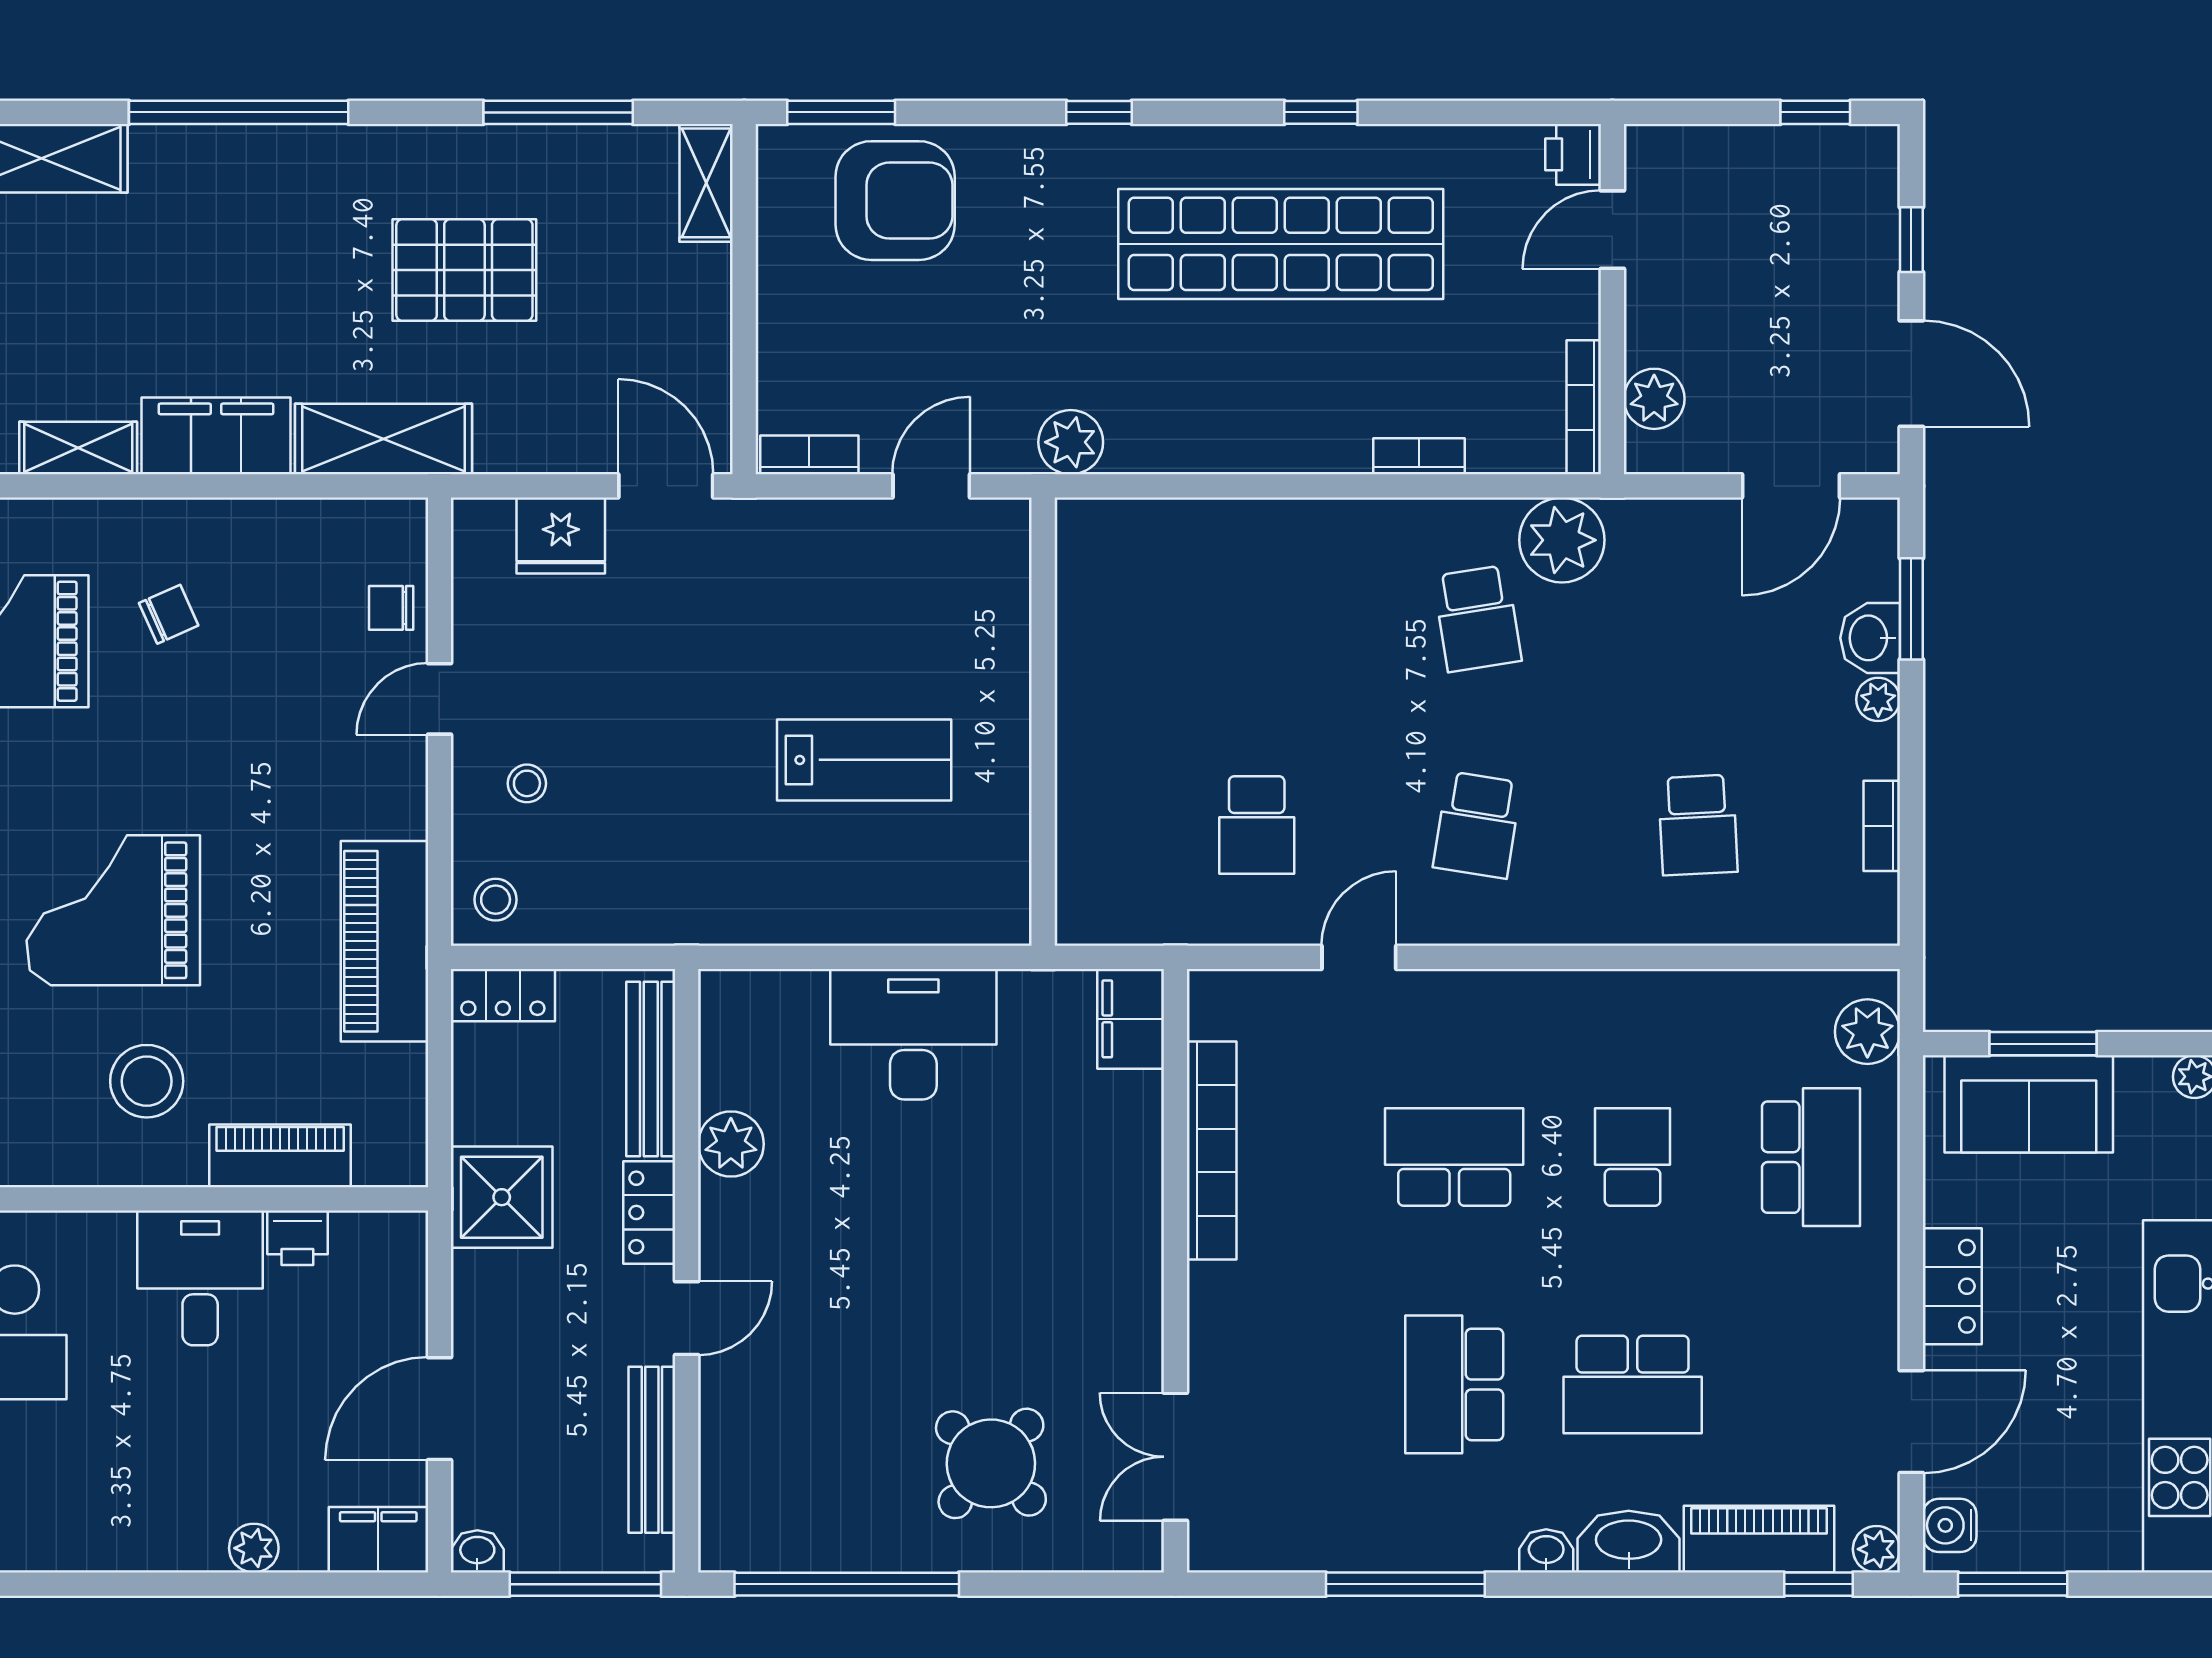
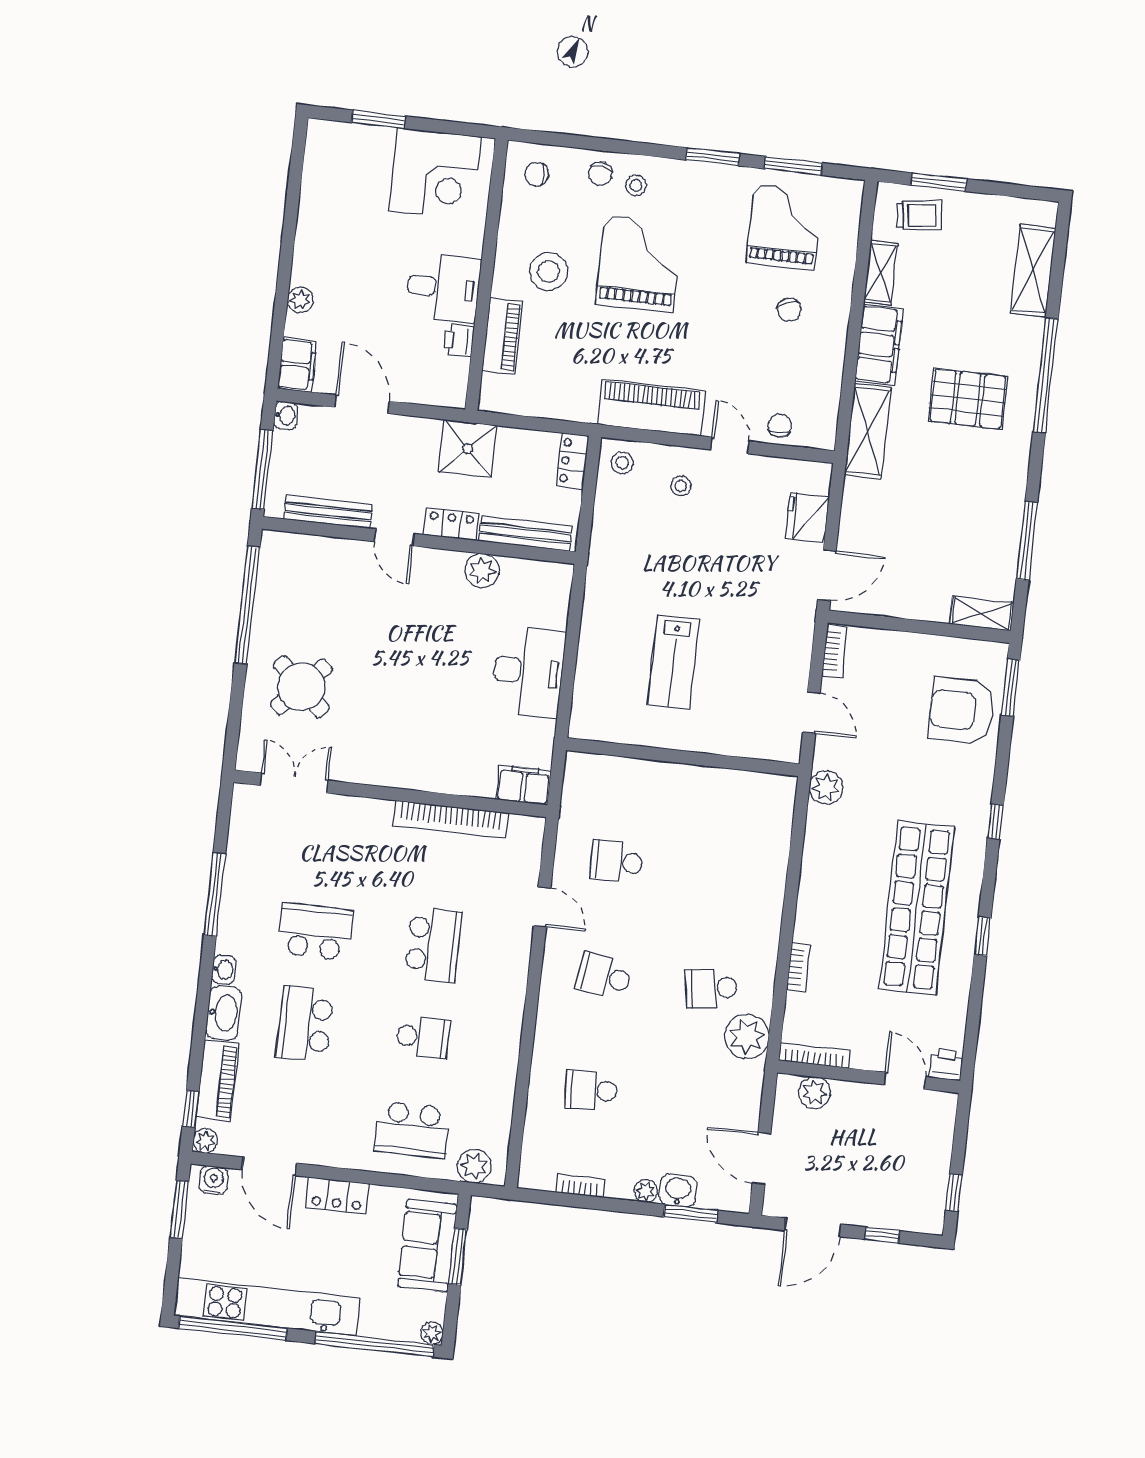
armchair: (895, 201) -> (962, 711), turned 90
pallet: (464, 270) -> (968, 399), moved, turned 90
piano: (384, 941) -> (651, 408), moved

